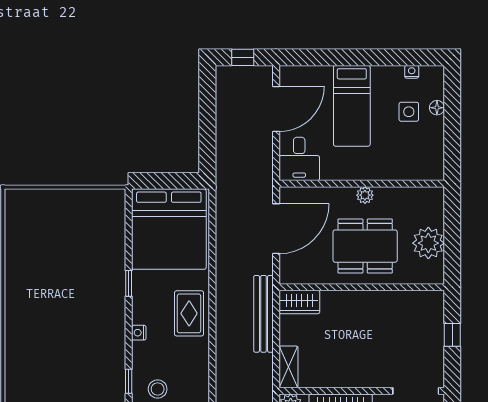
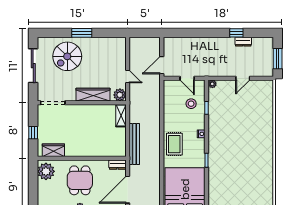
plant: (428, 243) -> (46, 171), moved
dining table: (365, 246) -> (80, 180), width x0.73
dresser: (295, 275) -> (117, 165), added
wardrobe: (299, 302) -> (53, 150), moved

